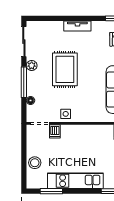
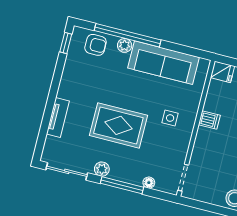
tv unit: (77, 26) -> (58, 118), moved
side table: (66, 114) -> (170, 118), moved
dishwasher: (55, 131) -> (209, 120), moved

